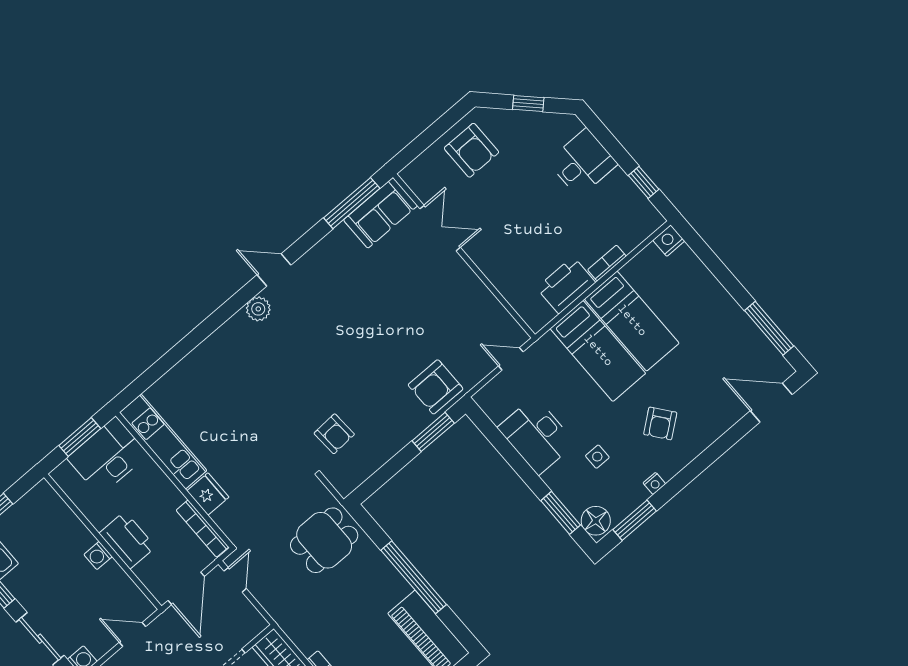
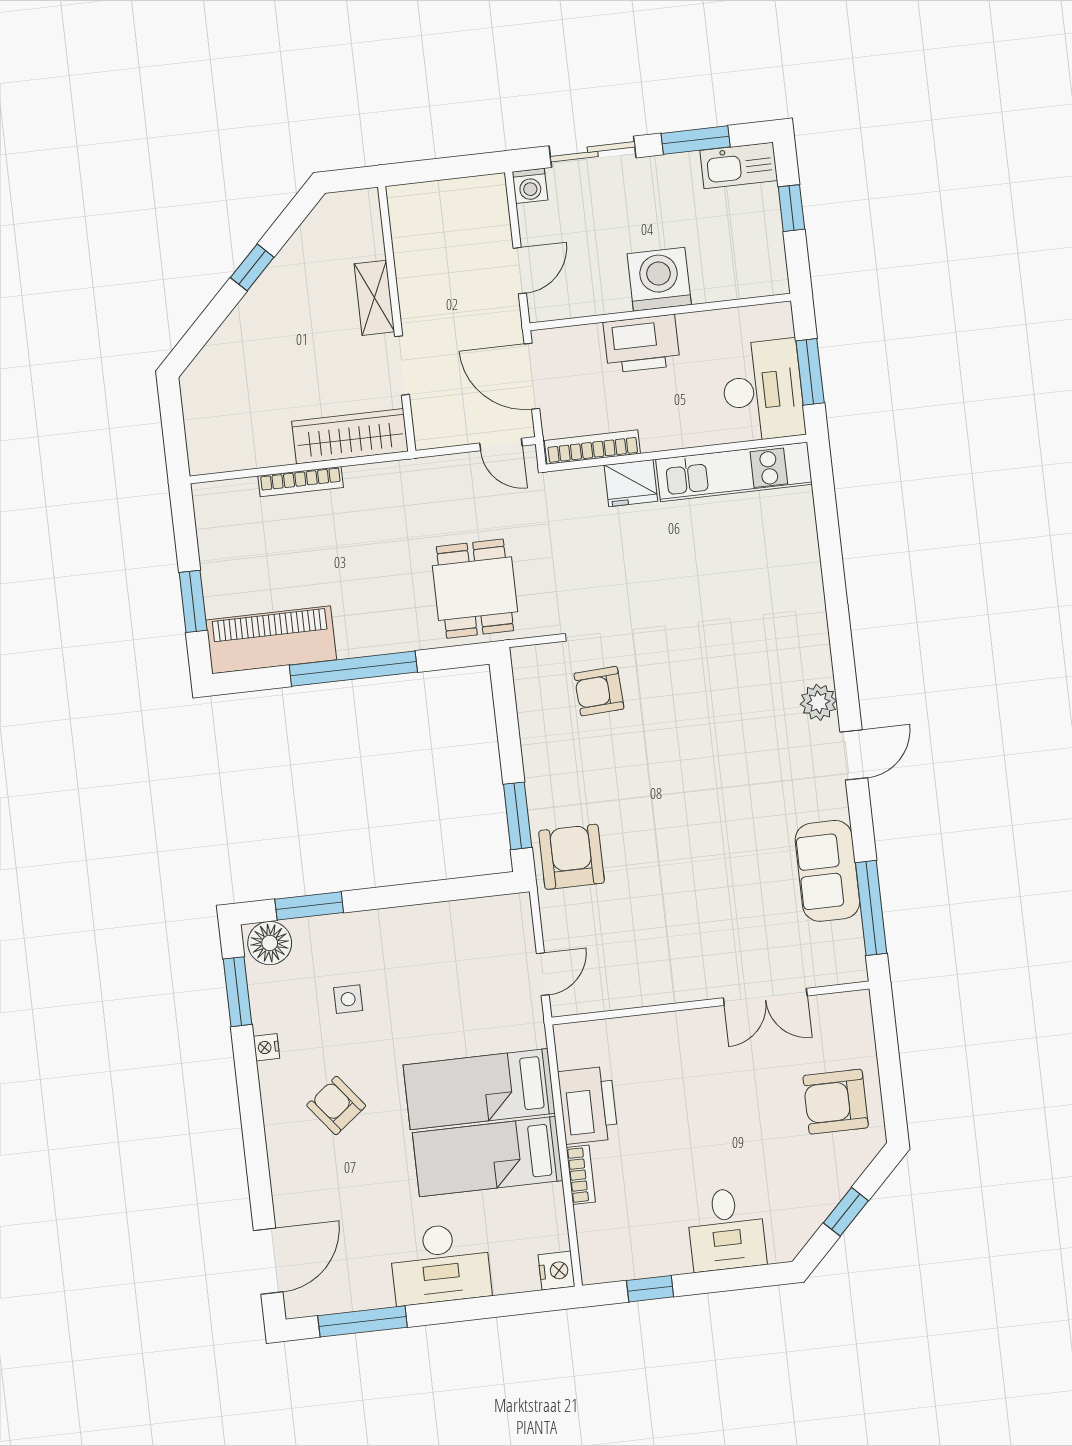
sofa: (380, 213) -> (827, 871), moved
desk: (537, 435) -> (440, 1264), moved, turned 180
washing machine: (98, 556) -> (659, 279), width x1.89, depth x1.89

